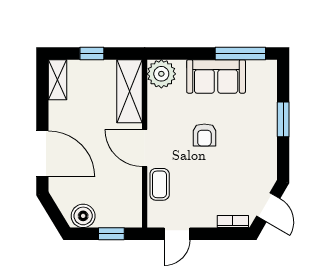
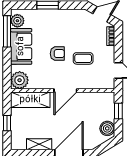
plant: (258, 70) -> (17, 21), added
shelving: (58, 80) -> (39, 144), moved
coffee table: (160, 184) -> (83, 58), moved

